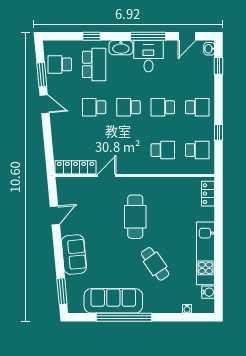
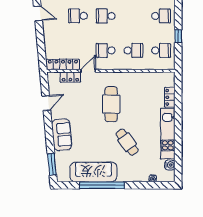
school desk: (163, 107) -> (106, 50), moved
locker: (85, 183) -> (70, 77), added
locker: (208, 194) -> (170, 97), moved

